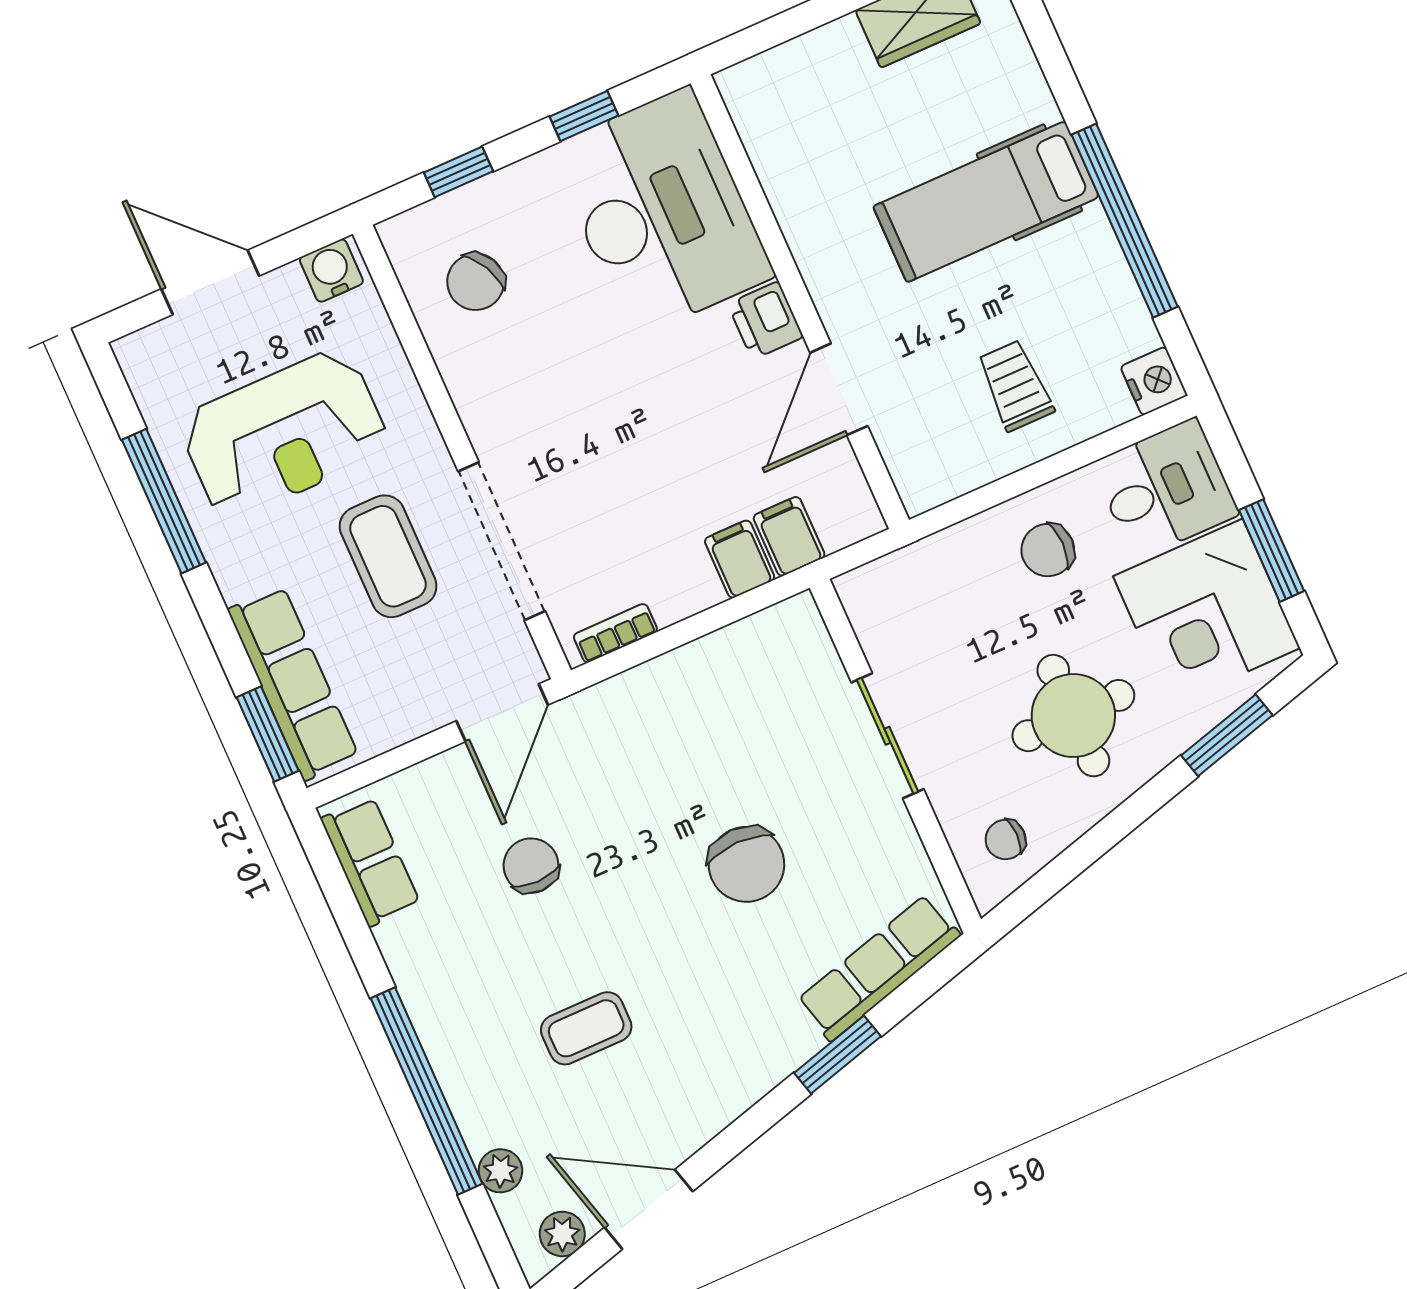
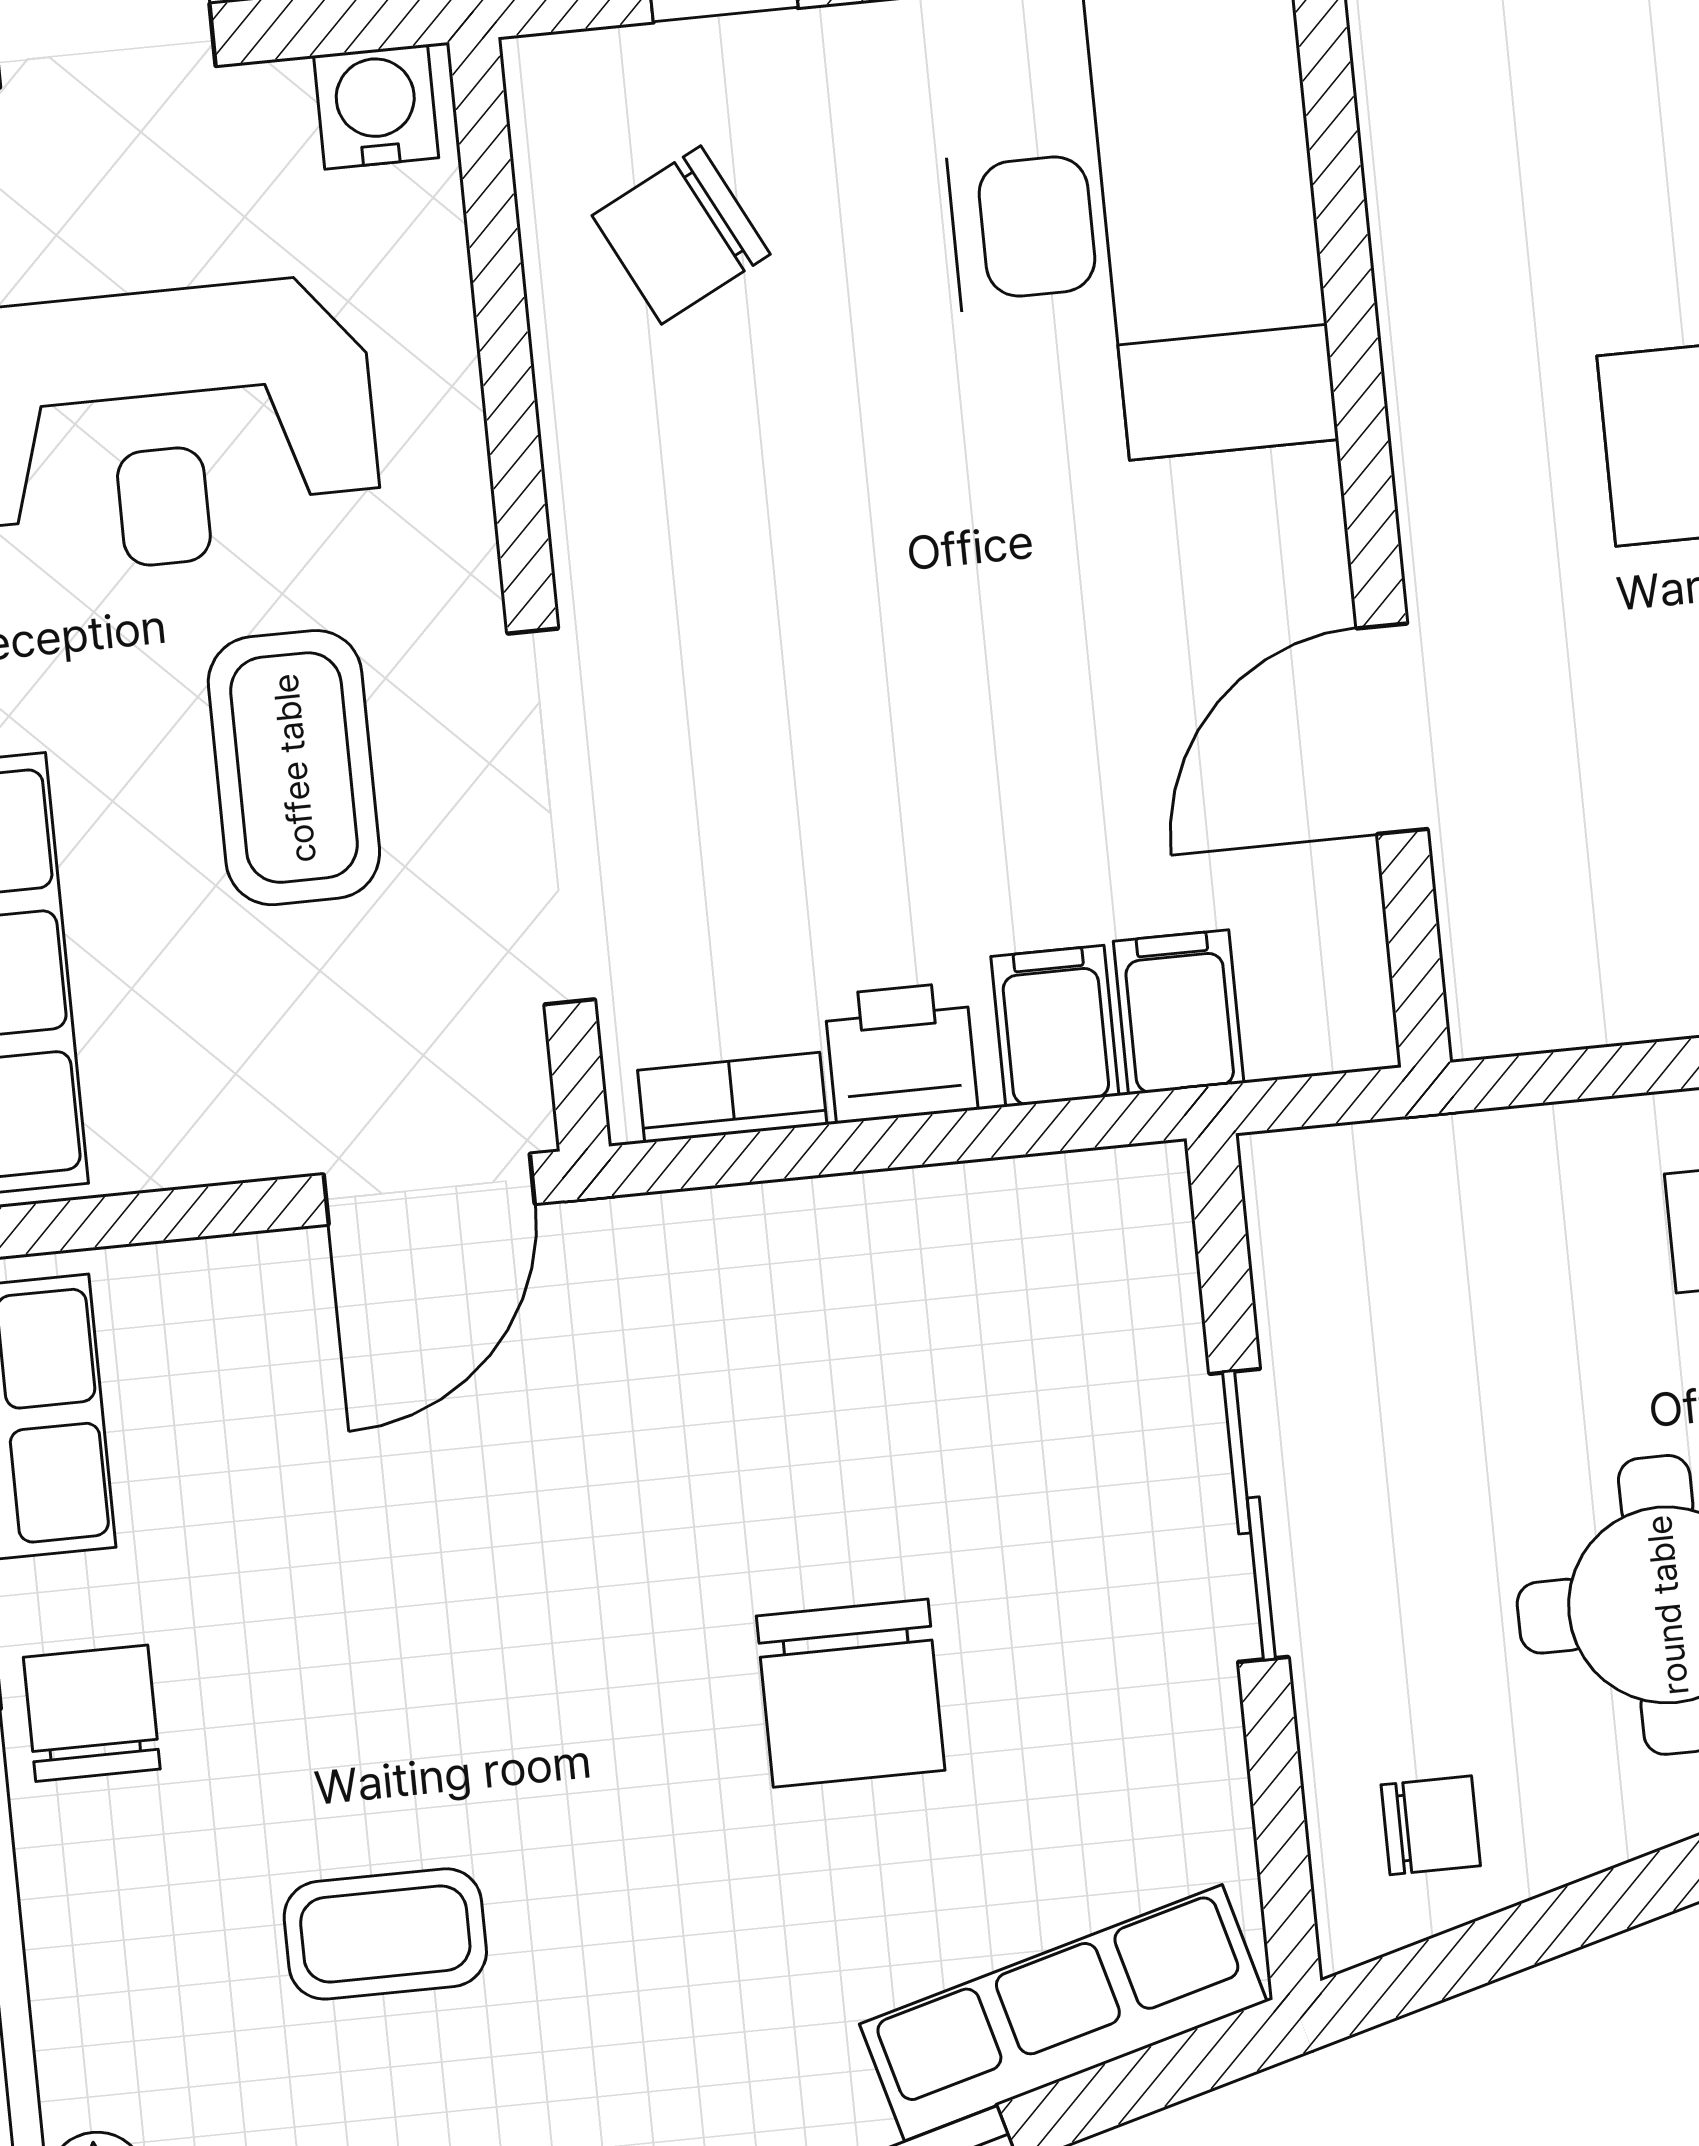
printer: (765, 320) -> (901, 1053), moved, turned 90
chair: (1006, 839) -> (1431, 1825), turned 180
chair: (531, 866) -> (92, 1713), moved

